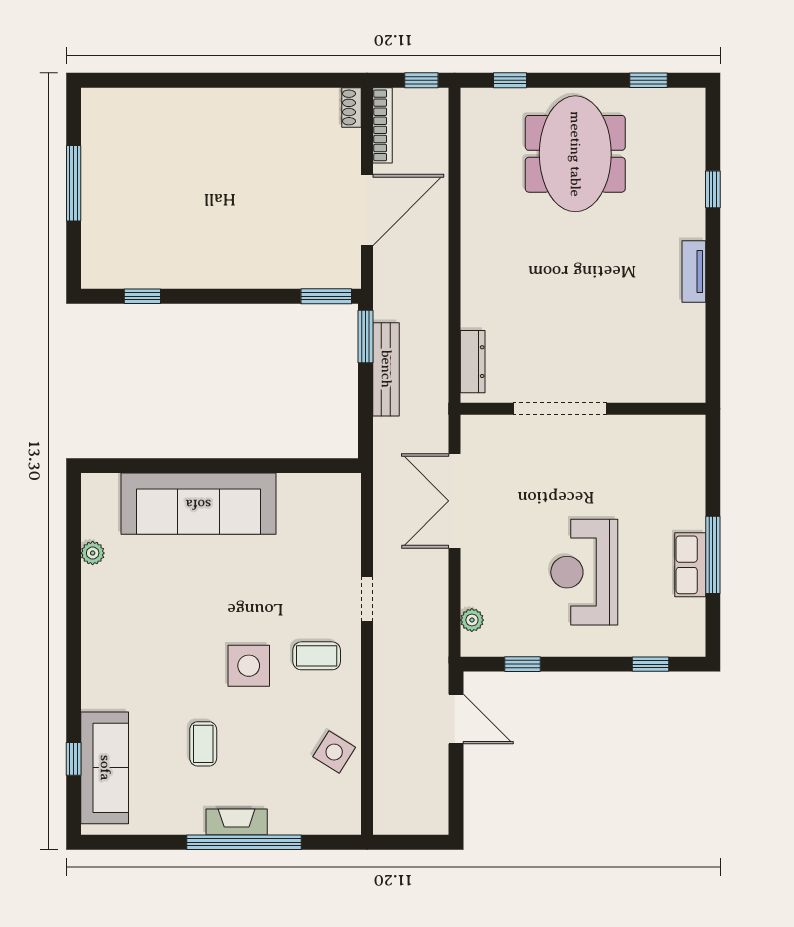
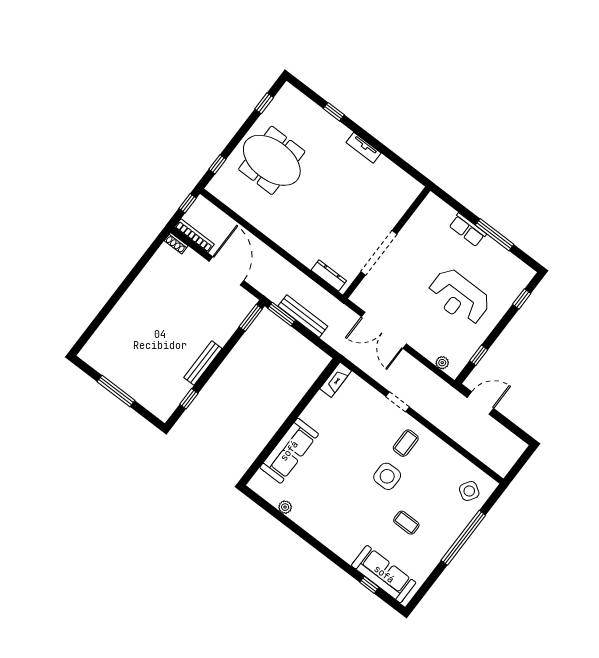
bench: (209, 277) -> (203, 363), added
sofa: (198, 504) -> (289, 451), width x0.74, depth x0.79
row of seats: (690, 565) -> (468, 230), moved
side table: (334, 752) -> (469, 491), moved
fireplace: (237, 822) -> (336, 380), moved, turned 180

